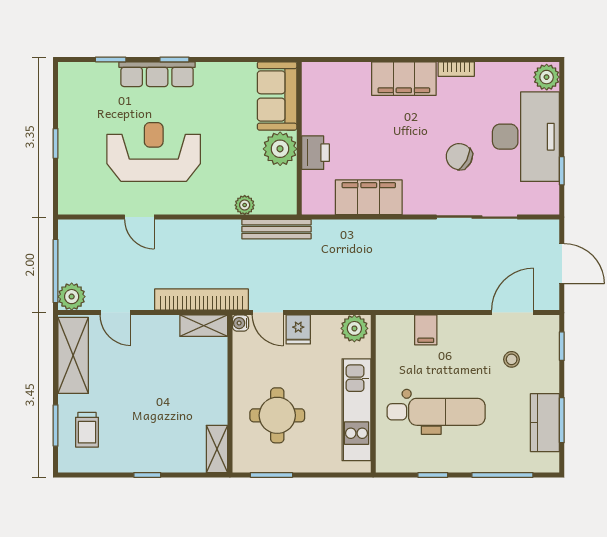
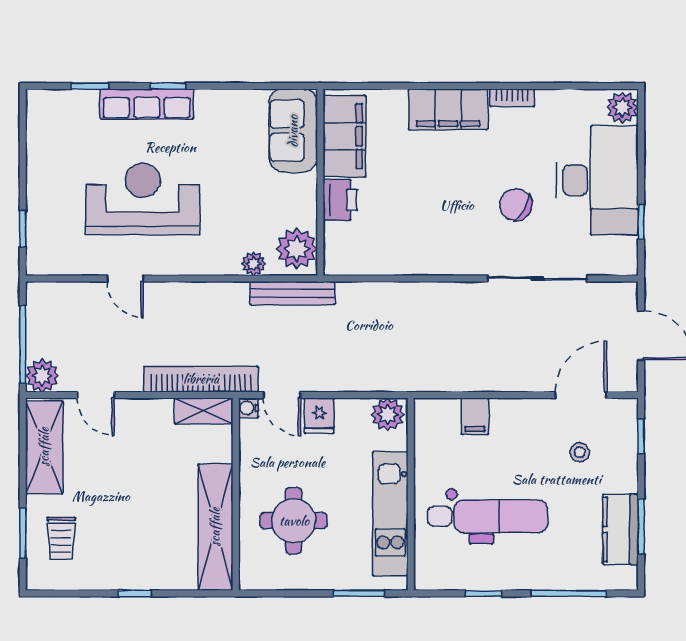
window: (56, 143) -> (23, 229), moved
plant: (280, 149) -> (297, 249), moved
filing cabinet: (369, 197) -> (344, 136), moved, turned 90
shelving: (217, 449) -> (215, 527), width x2.20, depth x1.33
window: (272, 475) -> (359, 593), moved

